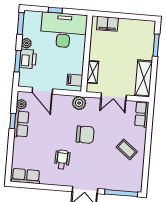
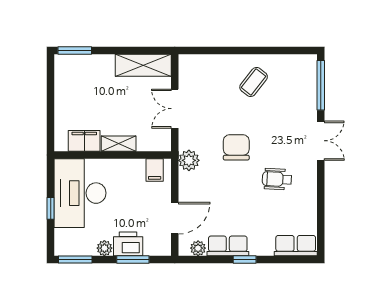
filing cabinet: (107, 24) -> (84, 141), moved, turned -90
window: (156, 45) -> (75, 50), moved
shelving: (93, 72) -> (119, 144), moved
double door: (114, 97) -> (175, 109), swing flipped
row of seats: (142, 114) -> (198, 63), removed
window: (13, 121) -> (245, 259), moved
row of seats: (26, 176) -> (296, 246), moved, turned 90

